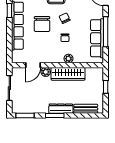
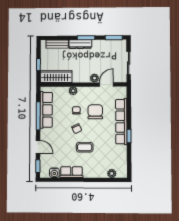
chair: (42, 24) -> (95, 112), moved
wardrobe: (68, 74) -> (56, 77), moved

